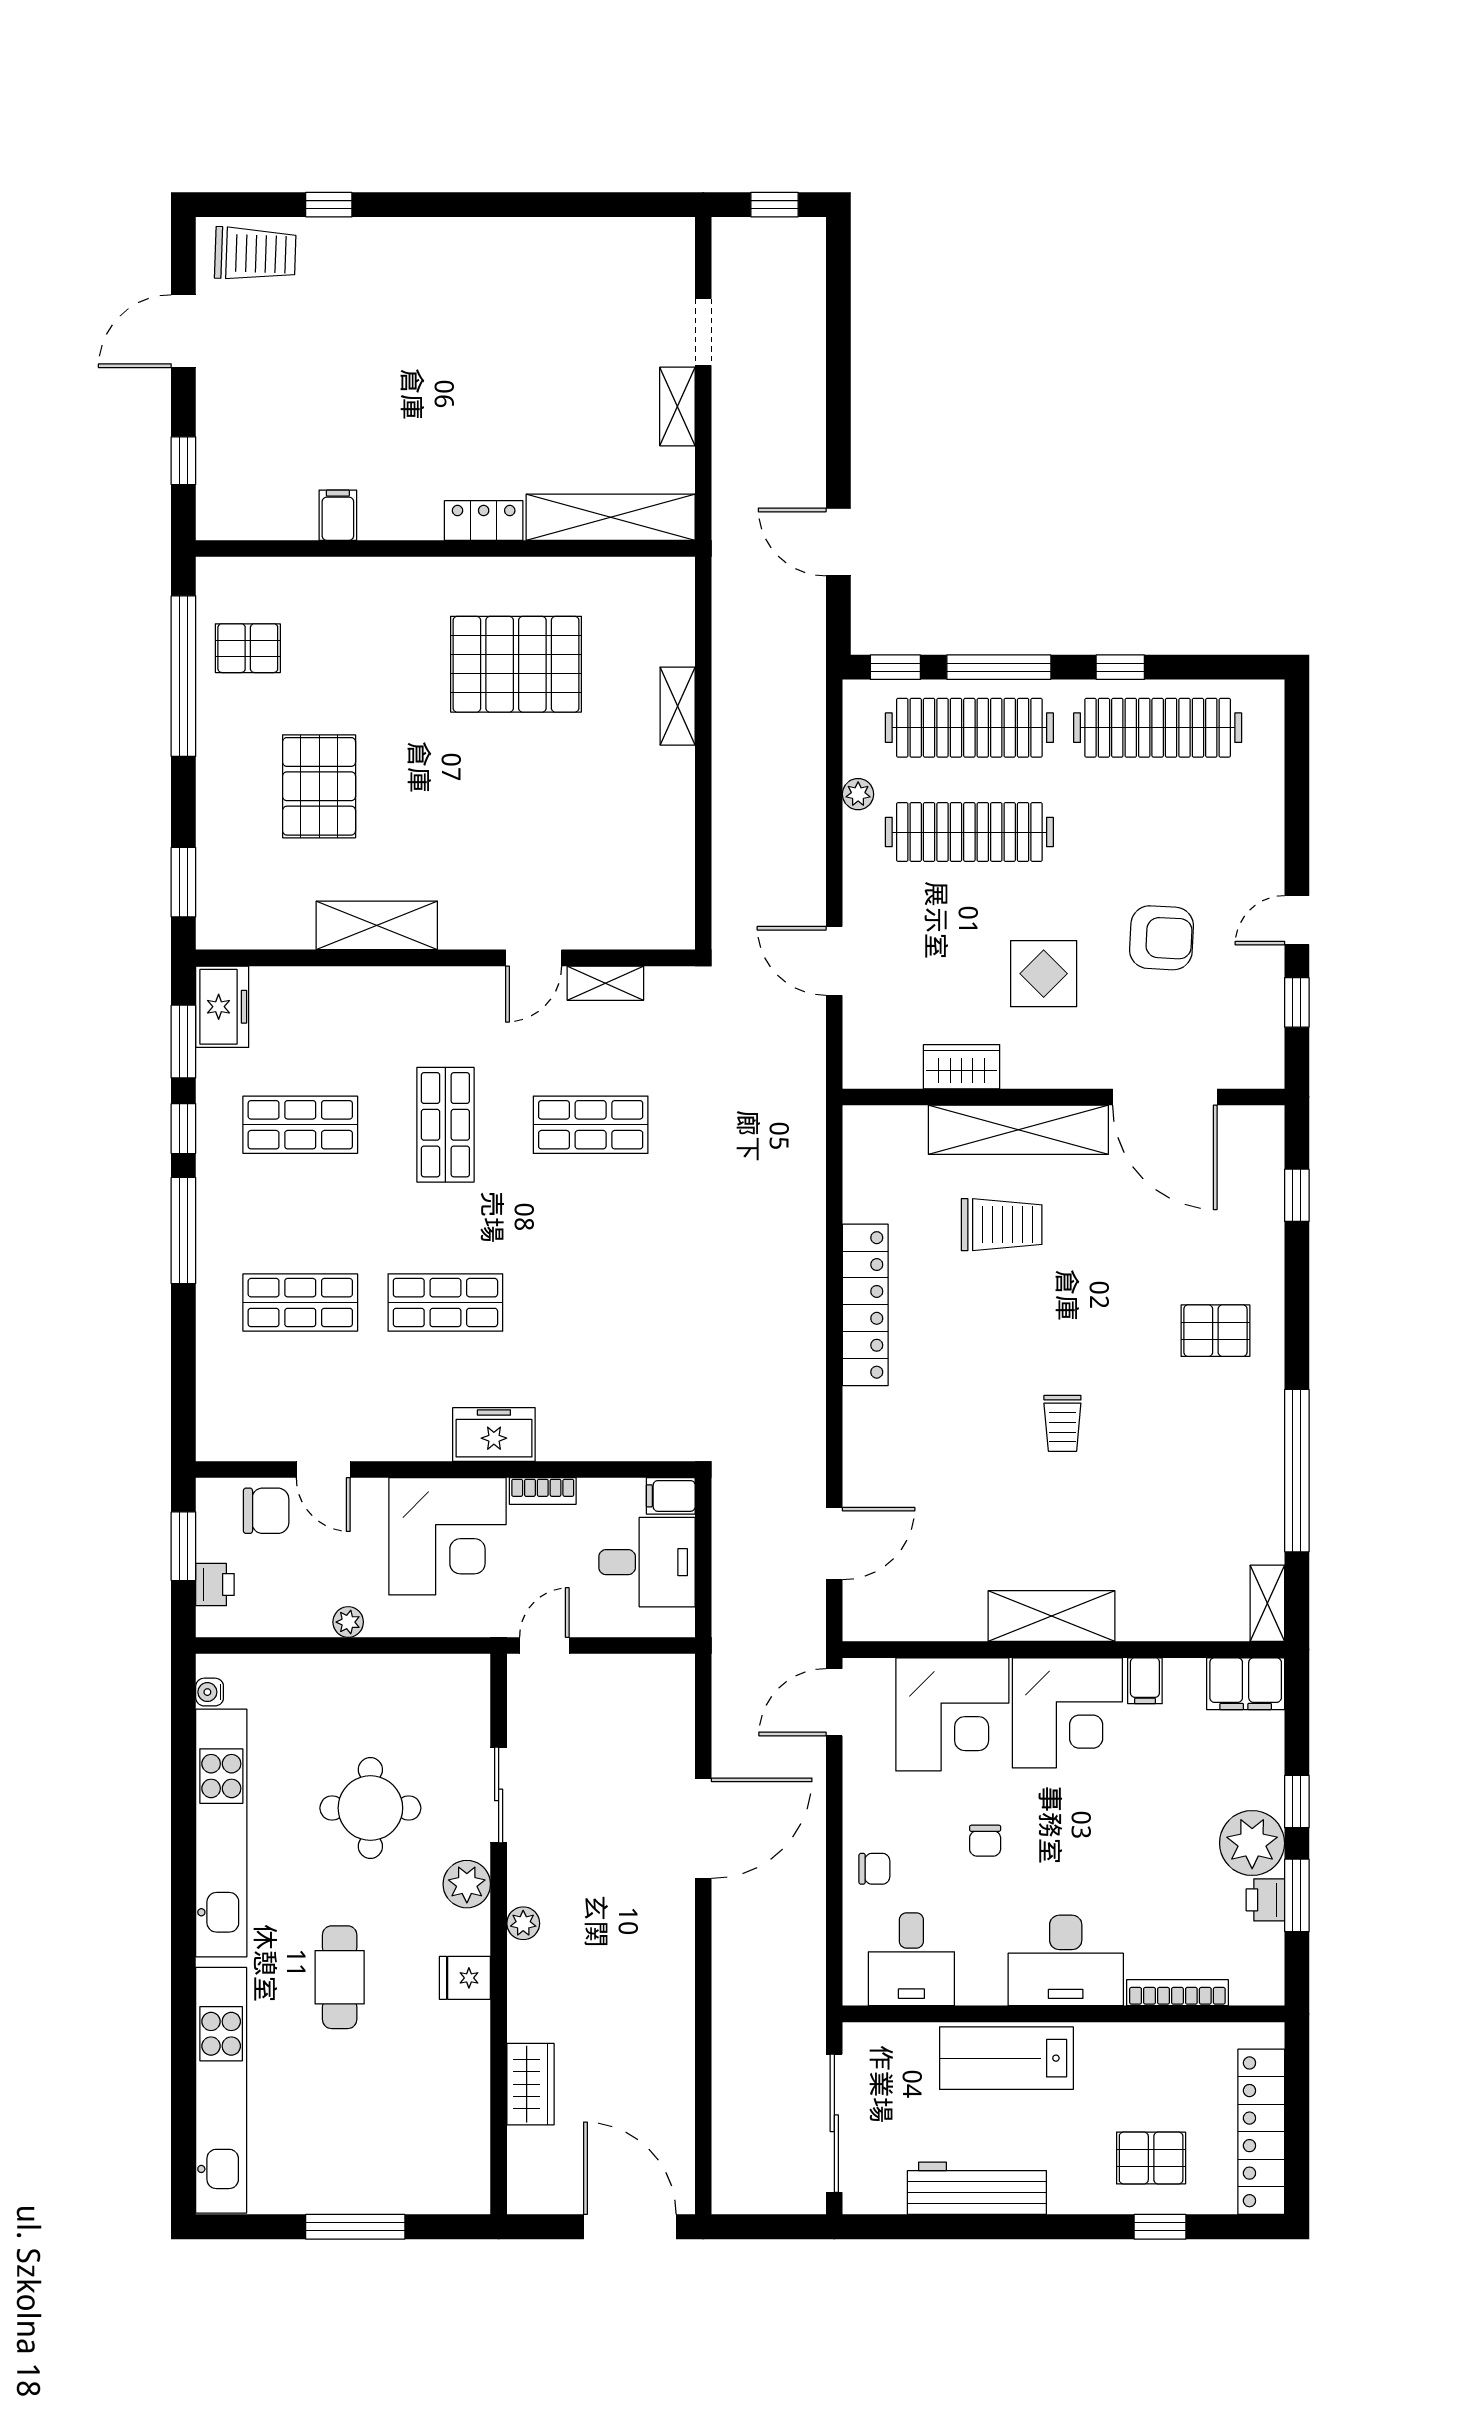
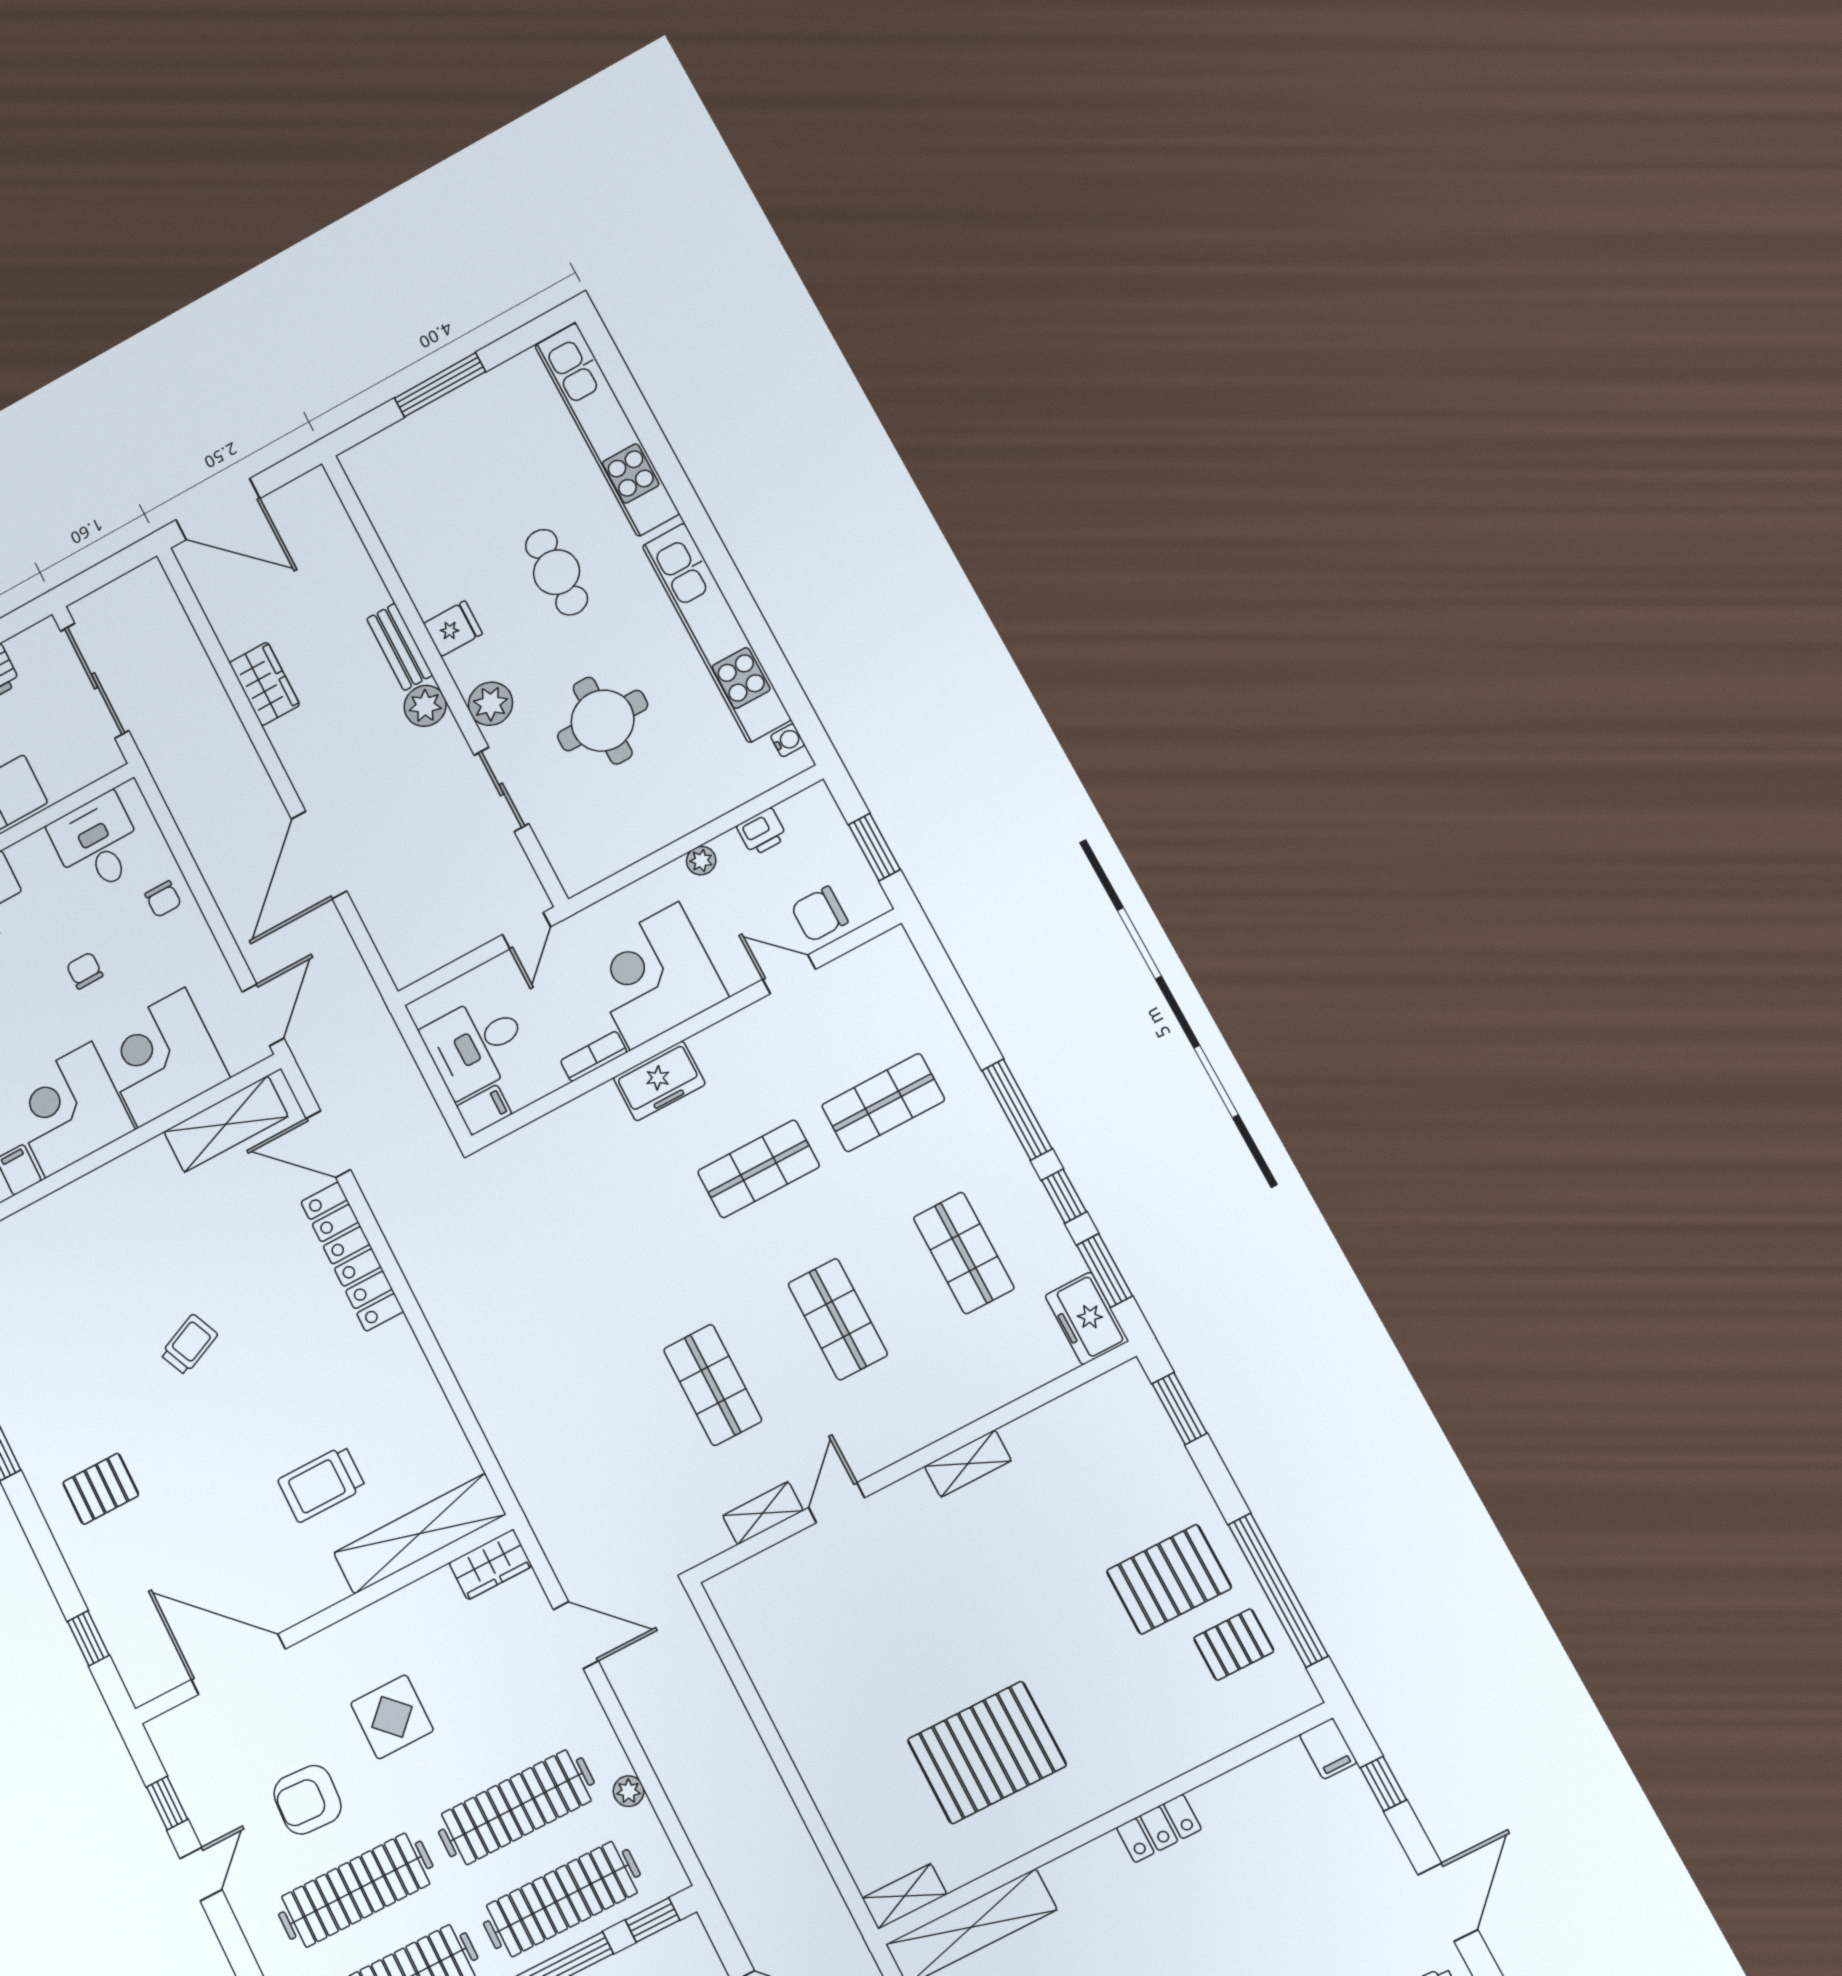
filing cabinet: (338, 515) -> (1328, 1749), moved
locker: (484, 520) -> (1159, 1828), moved
shelving: (678, 706) -> (904, 1896), moved, turned 90
pallet: (319, 786) -> (1169, 1579), moved, turned 90
clothes rail: (1158, 832) -> (356, 1890), added
shelving: (377, 925) -> (968, 1464), width x0.67, depth x0.75
wardrobe: (962, 1067) -> (490, 1565), moved
shop shelf: (300, 1125) -> (964, 1253), turned 90
shop shelf: (591, 1125) -> (713, 1385), turned 90
shelving: (1018, 1130) -> (420, 1534), moved
locker: (865, 1305) -> (352, 1256), moved
trolley: (1062, 1423) -> (189, 1344), turned 66
door: (834, 1544) -> (328, 1144), hinge flipped
printer: (215, 1585) -> (762, 832), moved, turned -90
shelving: (1052, 1616) -> (226, 1124), moved
chair: (874, 1869) -> (163, 899), turned -90
plant: (523, 1923) -> (425, 706), width x1.38, depth x1.38
bench: (524, 1989) -> (400, 647), added
wardrobe: (530, 2084) -> (264, 684), moved, turned 180

